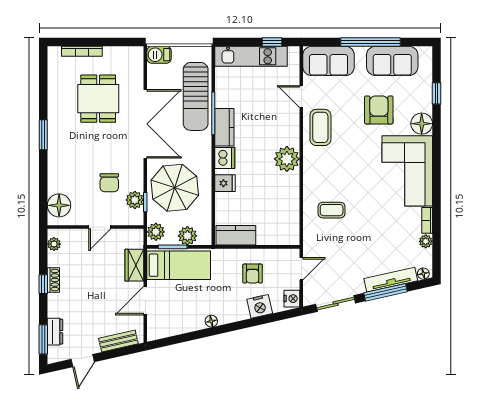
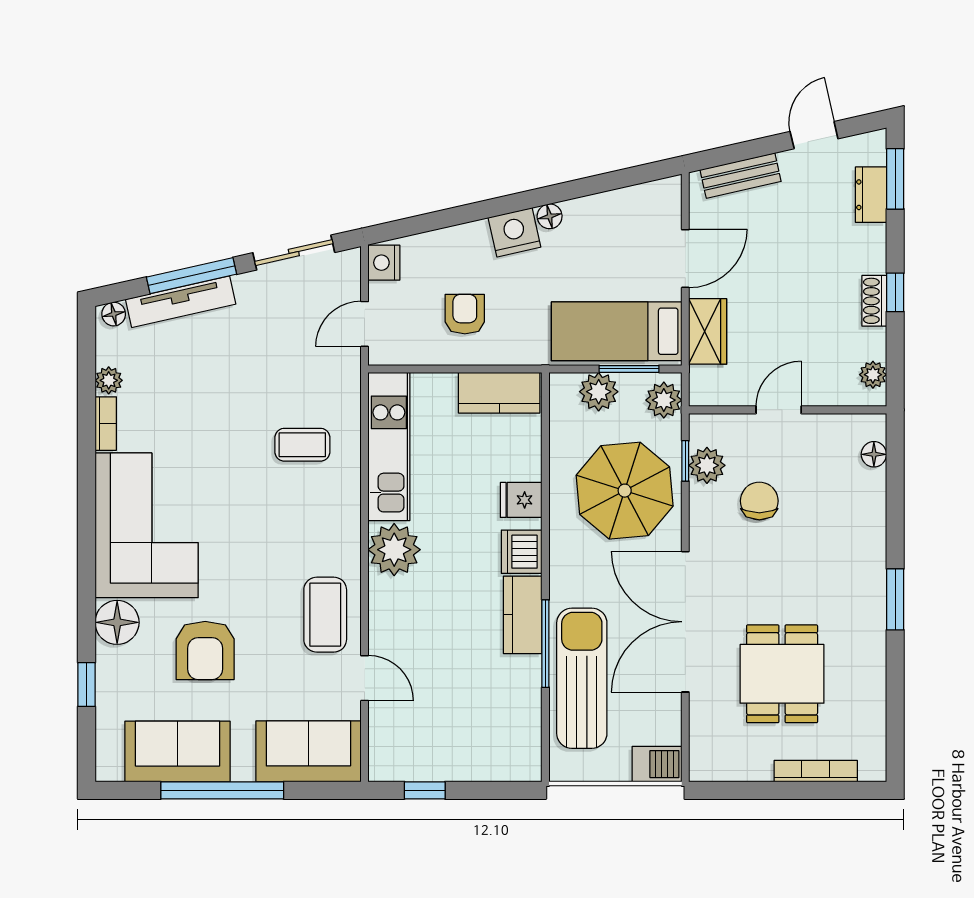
kitchen unit: (251, 56) -> (389, 447), moved, turned 90
floor lamp: (59, 205) -> (874, 454), width x0.53, depth x0.53
nightstand: (260, 306) -> (514, 232), moved

